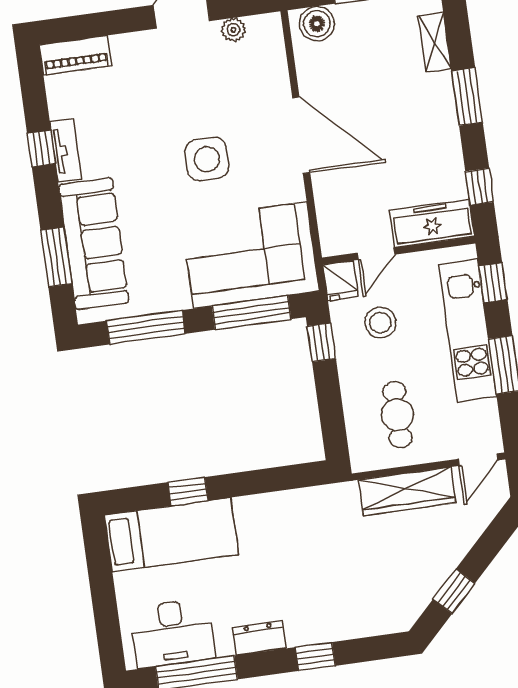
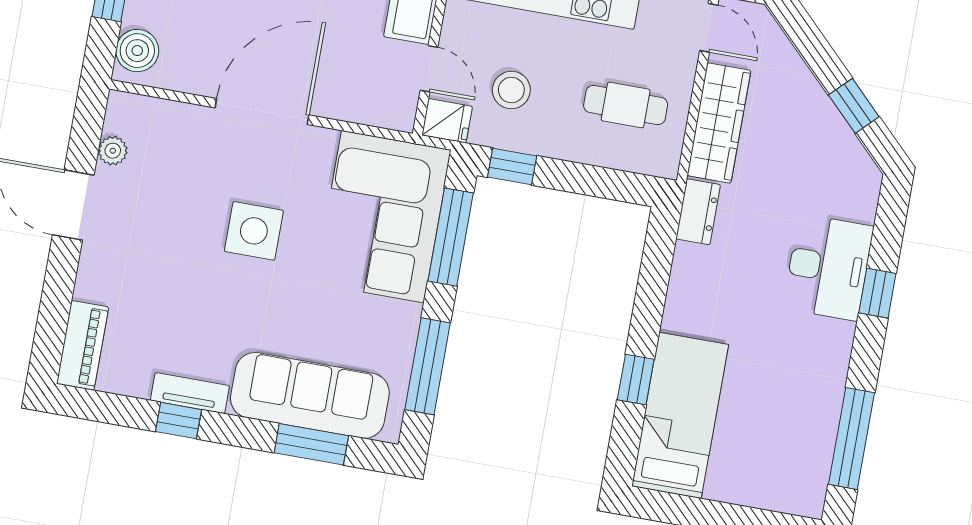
desk: (173, 633) -> (828, 267), moved
dresser: (259, 638) -> (698, 212), moved, turned 180

